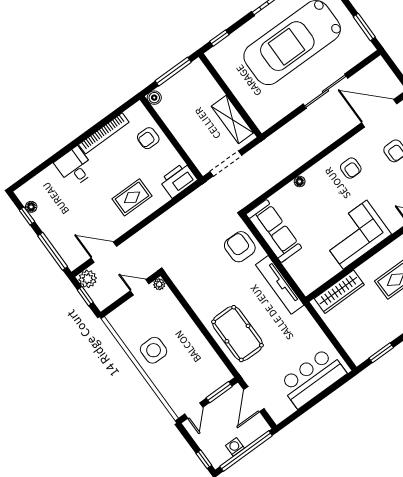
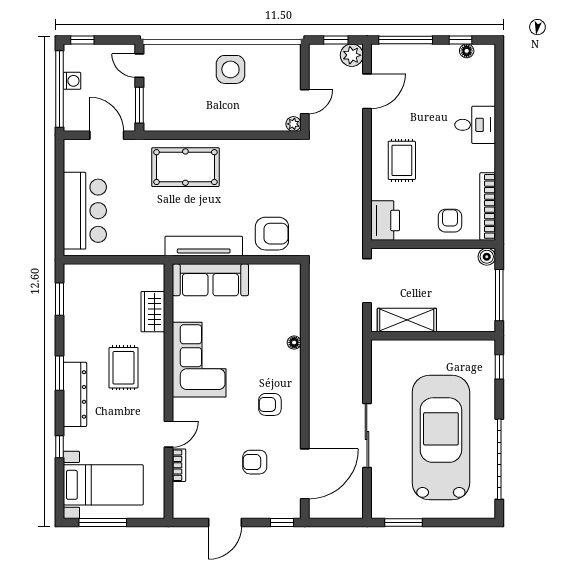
bookcase: (104, 133) -> (488, 206), moved
sofa: (274, 231) -> (210, 280), moved
wardrobe: (339, 292) -> (153, 312), width x0.67

